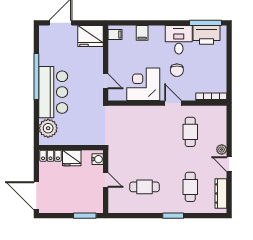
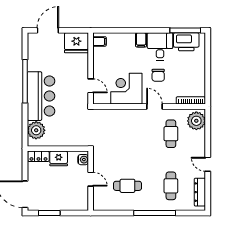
filing cabinet: (142, 33) -> (141, 40), moved
plant: (222, 149) -> (196, 121), moved, width x1.87, depth x1.87
window: (85, 216) -> (49, 213), moved
window: (173, 216) -> (155, 213), width x2.11

